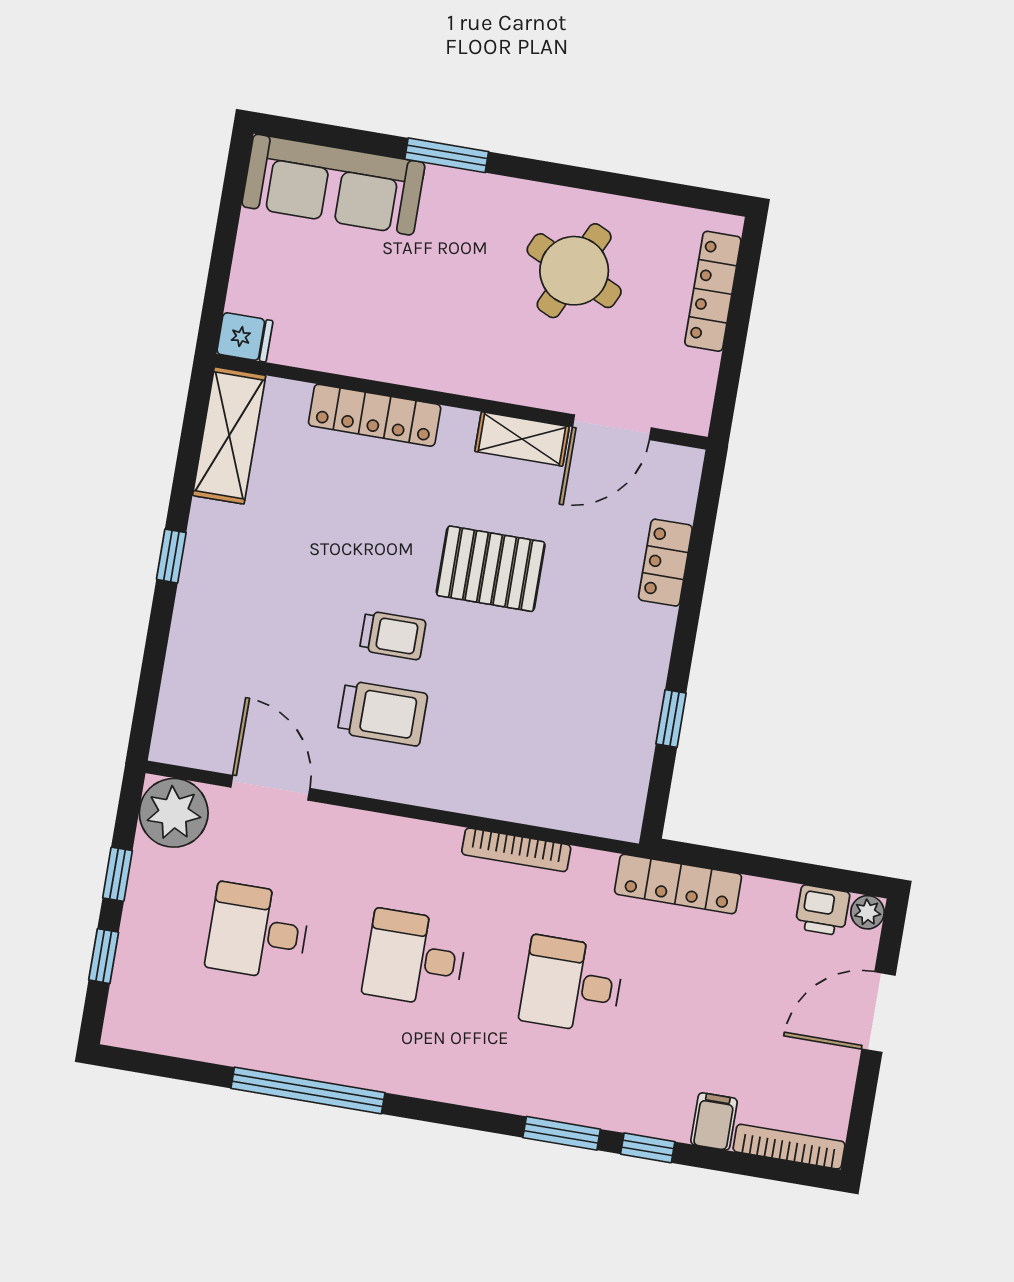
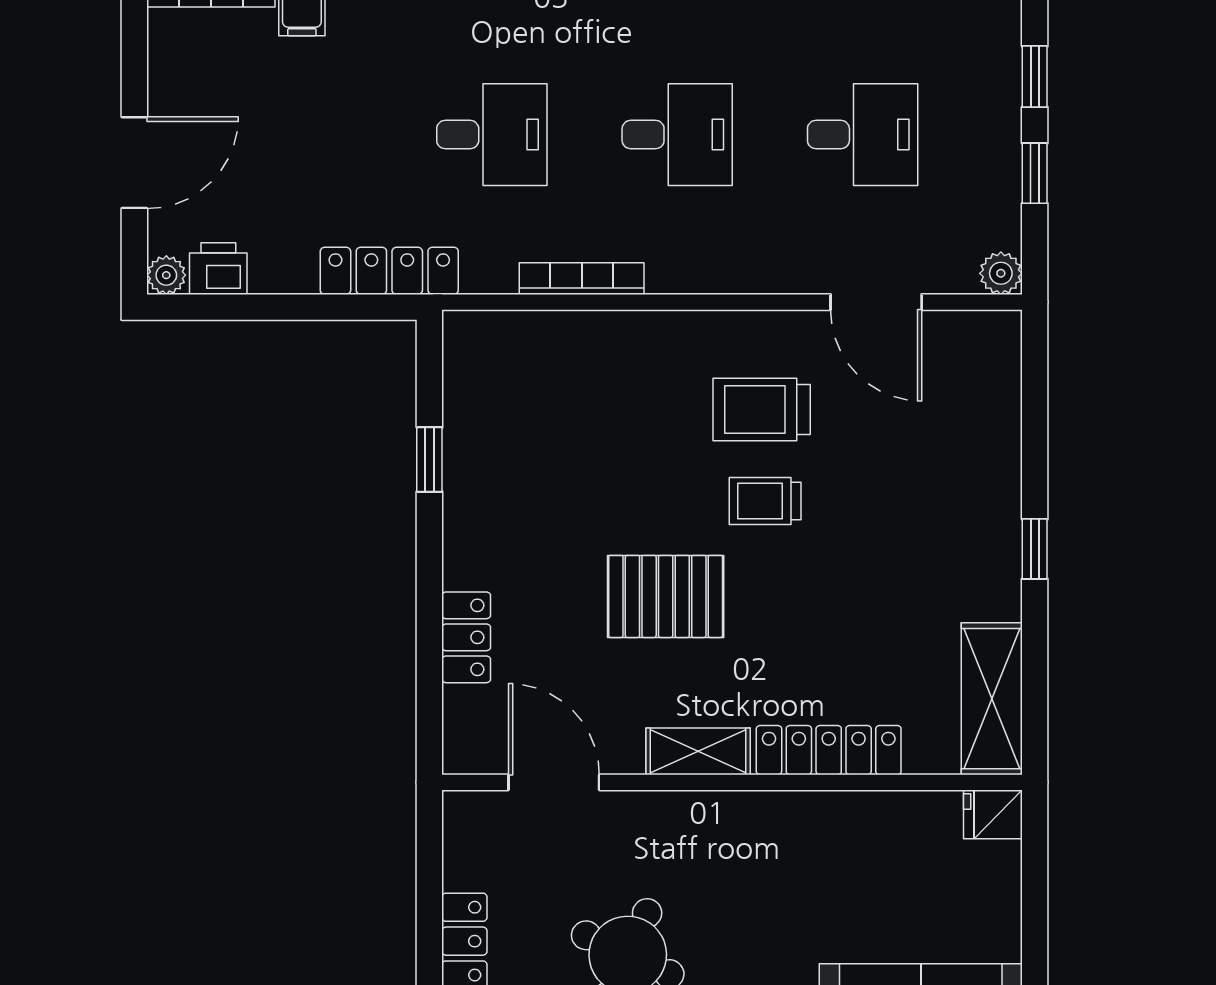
door: (612, 427) -> (554, 782), hinge flipped
shelving: (522, 439) -> (698, 751), moved
plant: (174, 813) -> (1001, 273), width x0.53, depth x0.53

